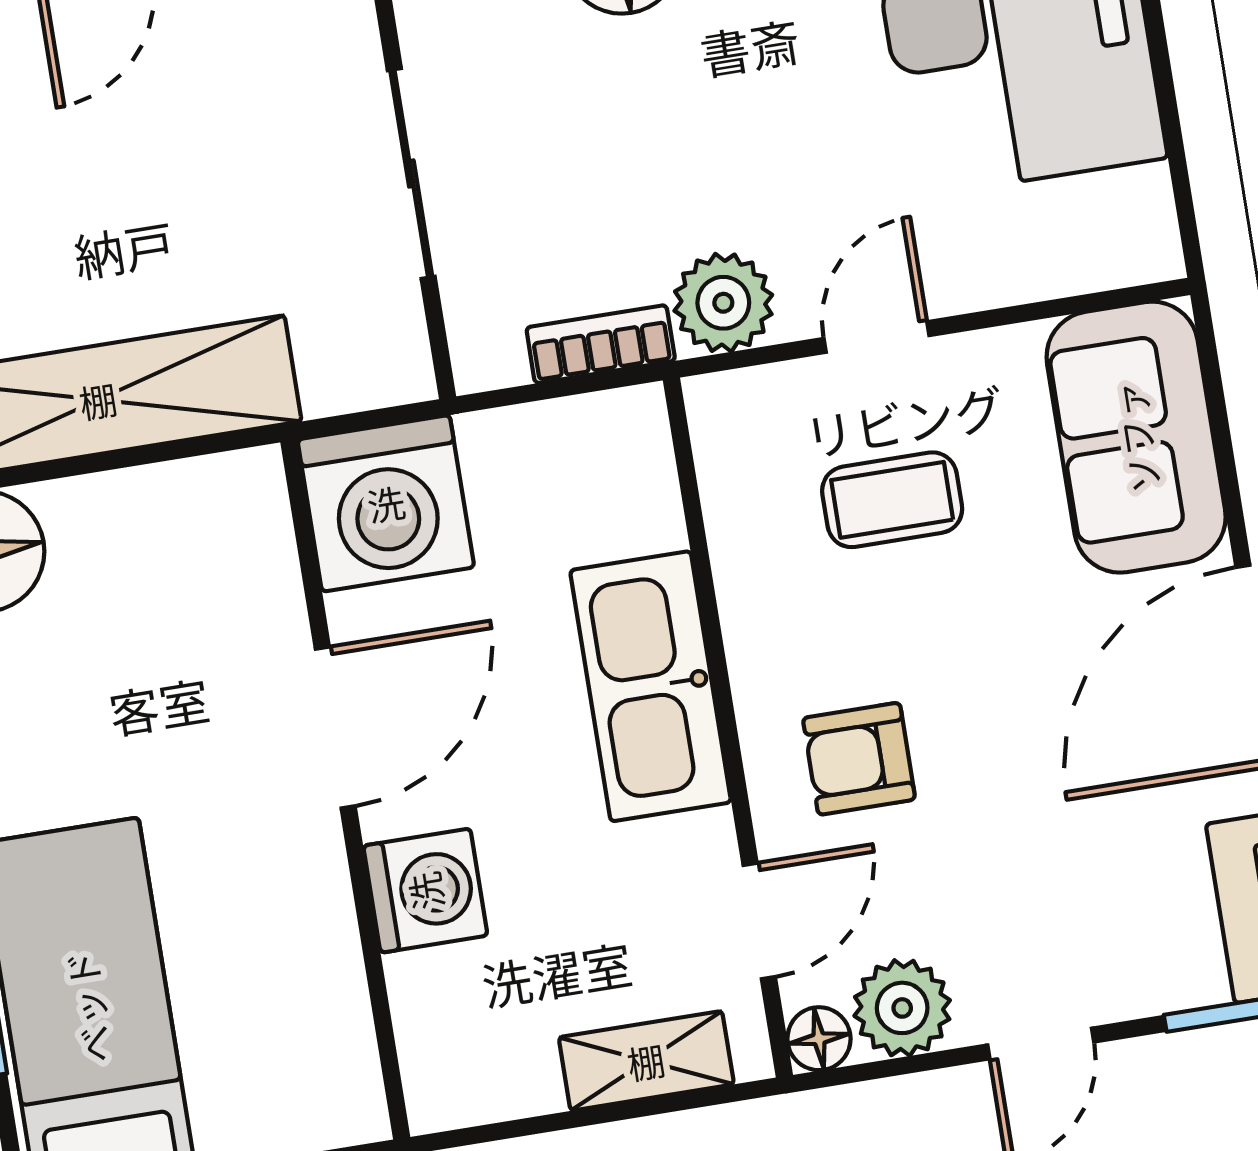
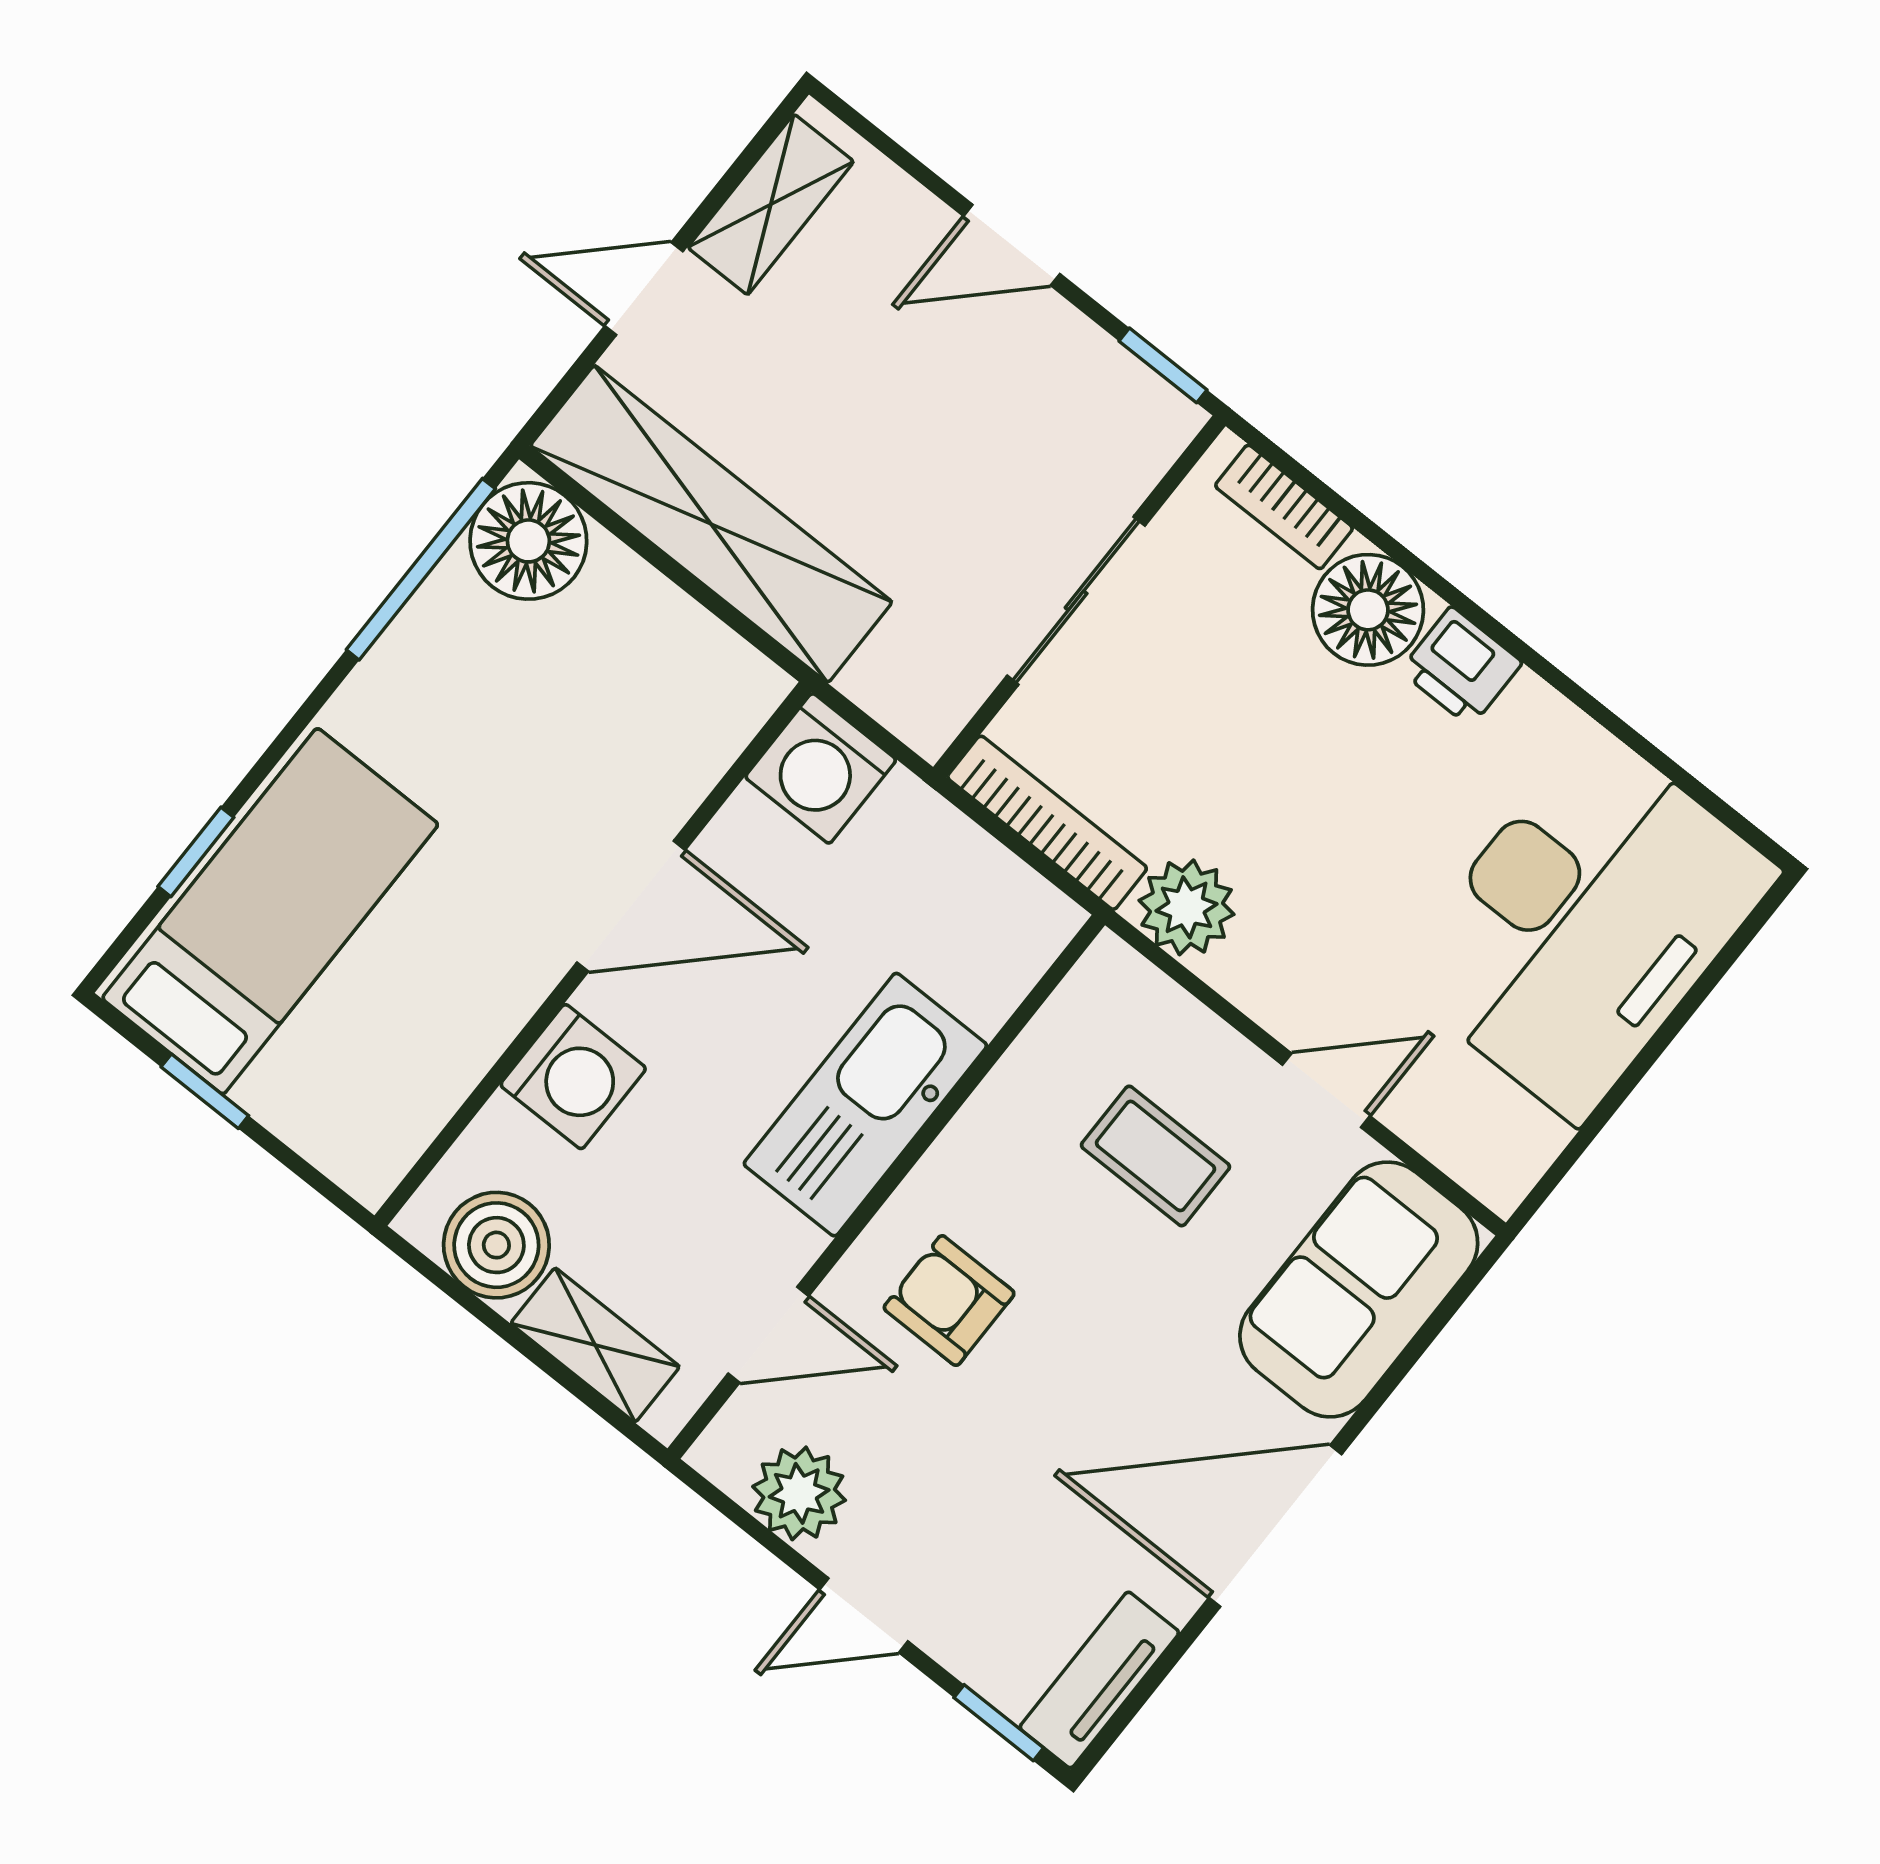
door: (876, 337) -> (1326, 1090), moved
bookcase: (601, 344) -> (1047, 823), width x1.56
washing machine: (386, 503) -> (821, 768), width x0.73, depth x0.73
floor lamp: (819, 1039) -> (723, 1454), removed
boiler: (501, 1067) -> (496, 1245), added

